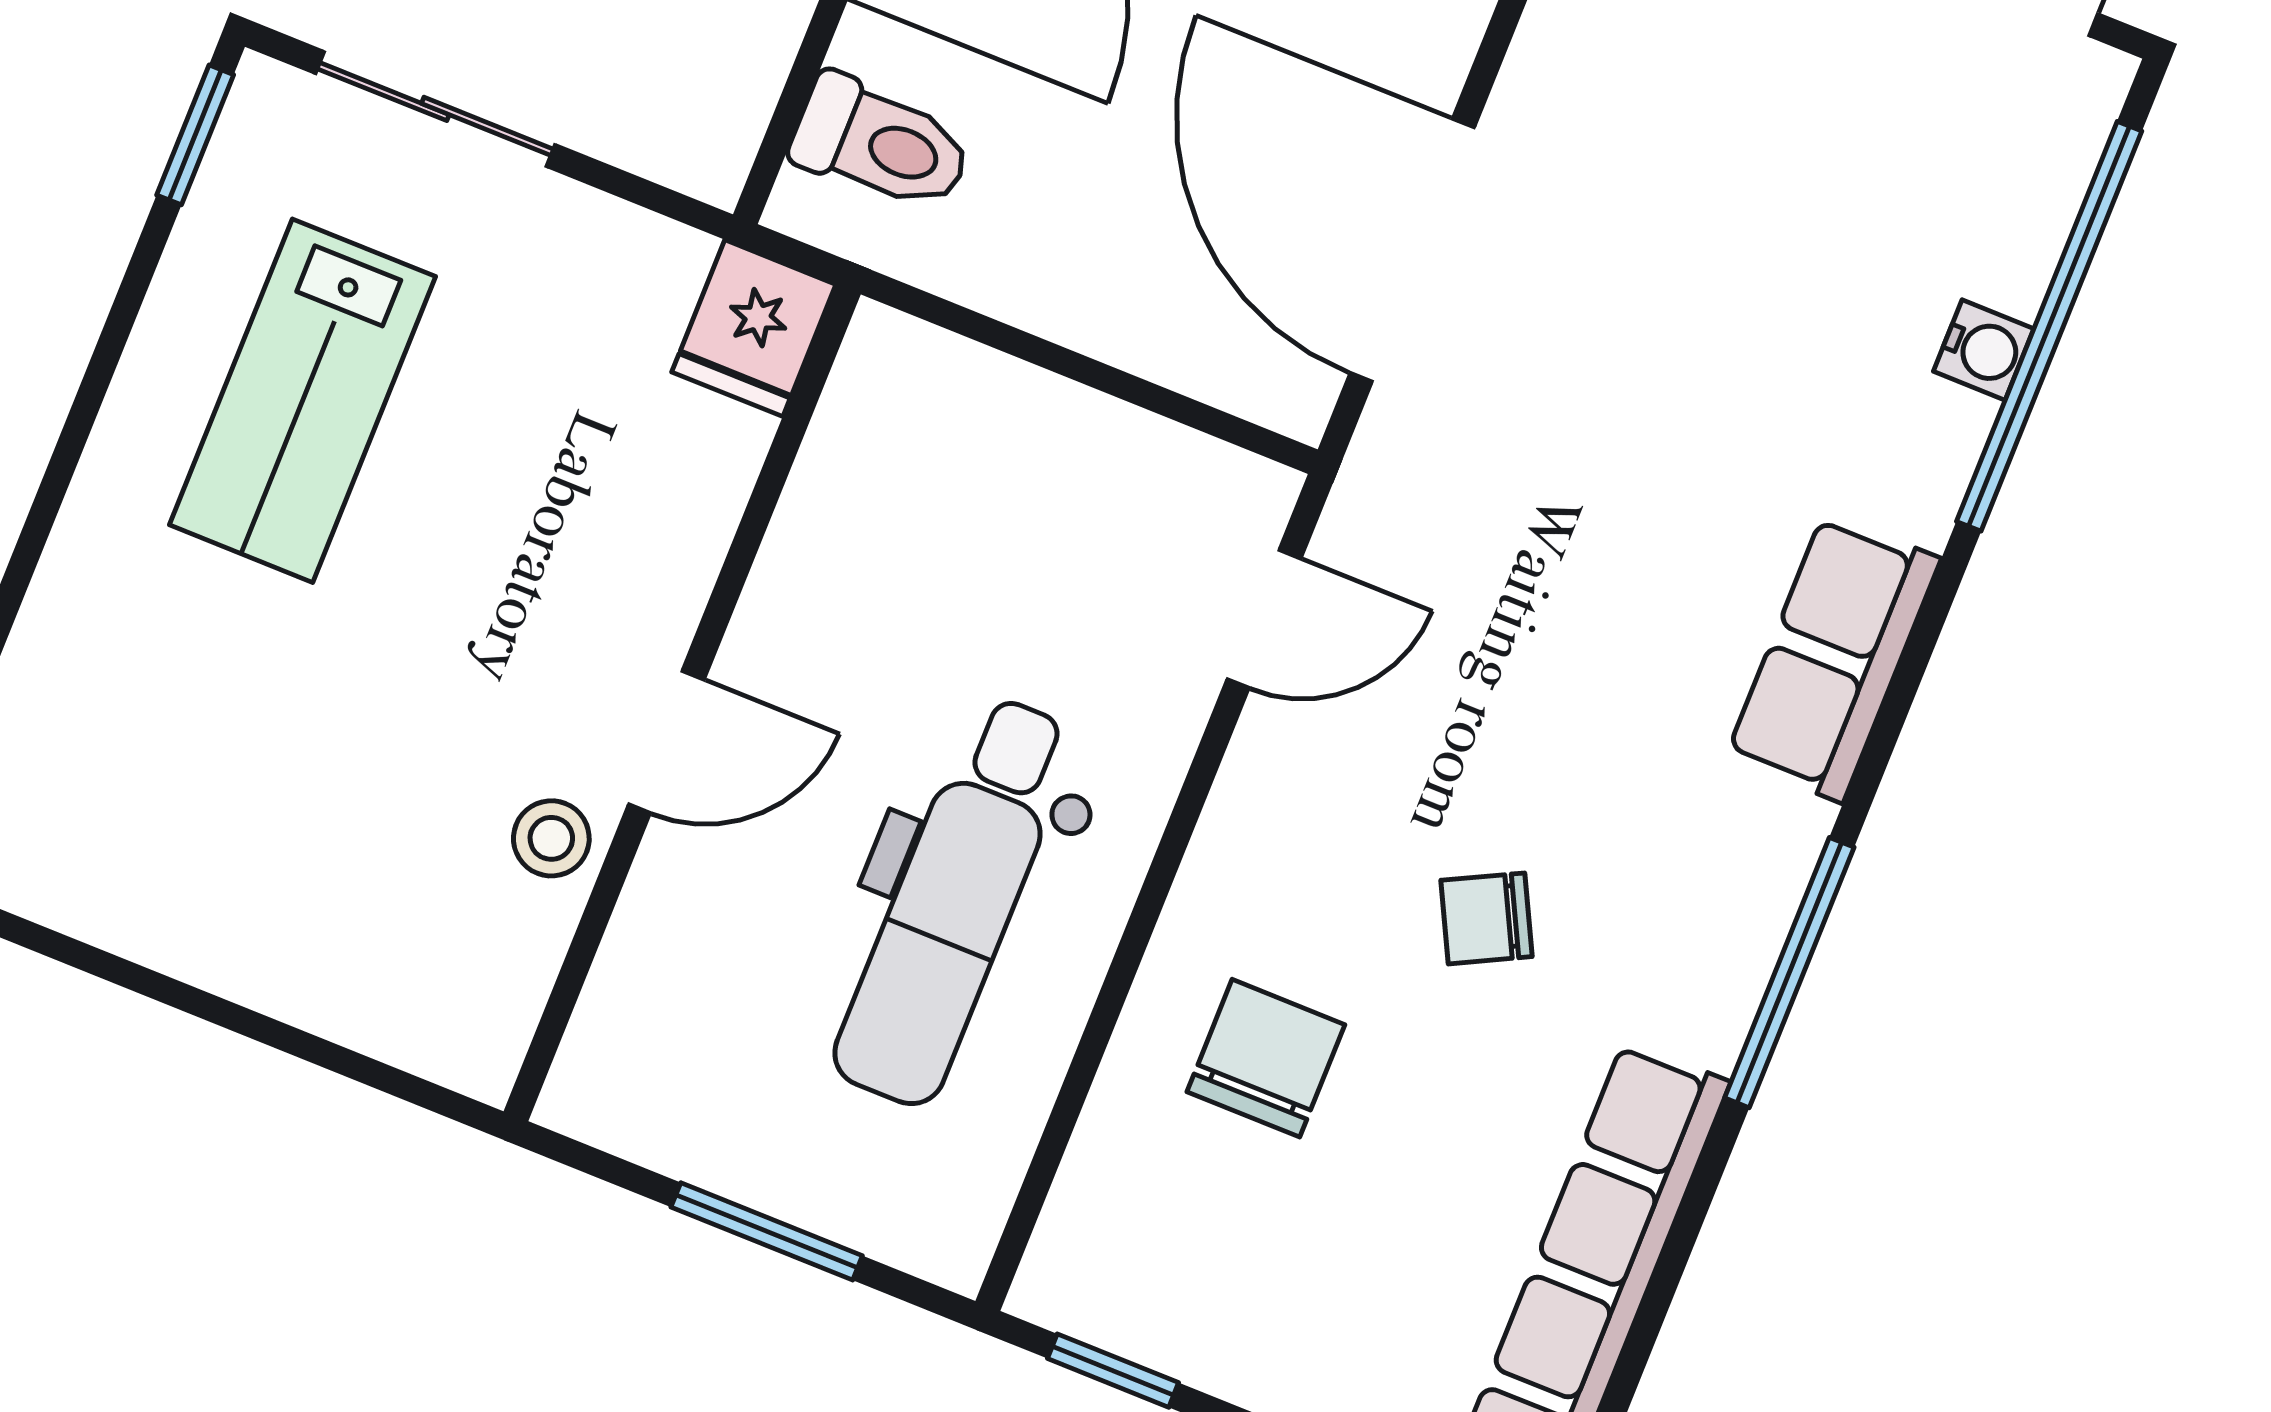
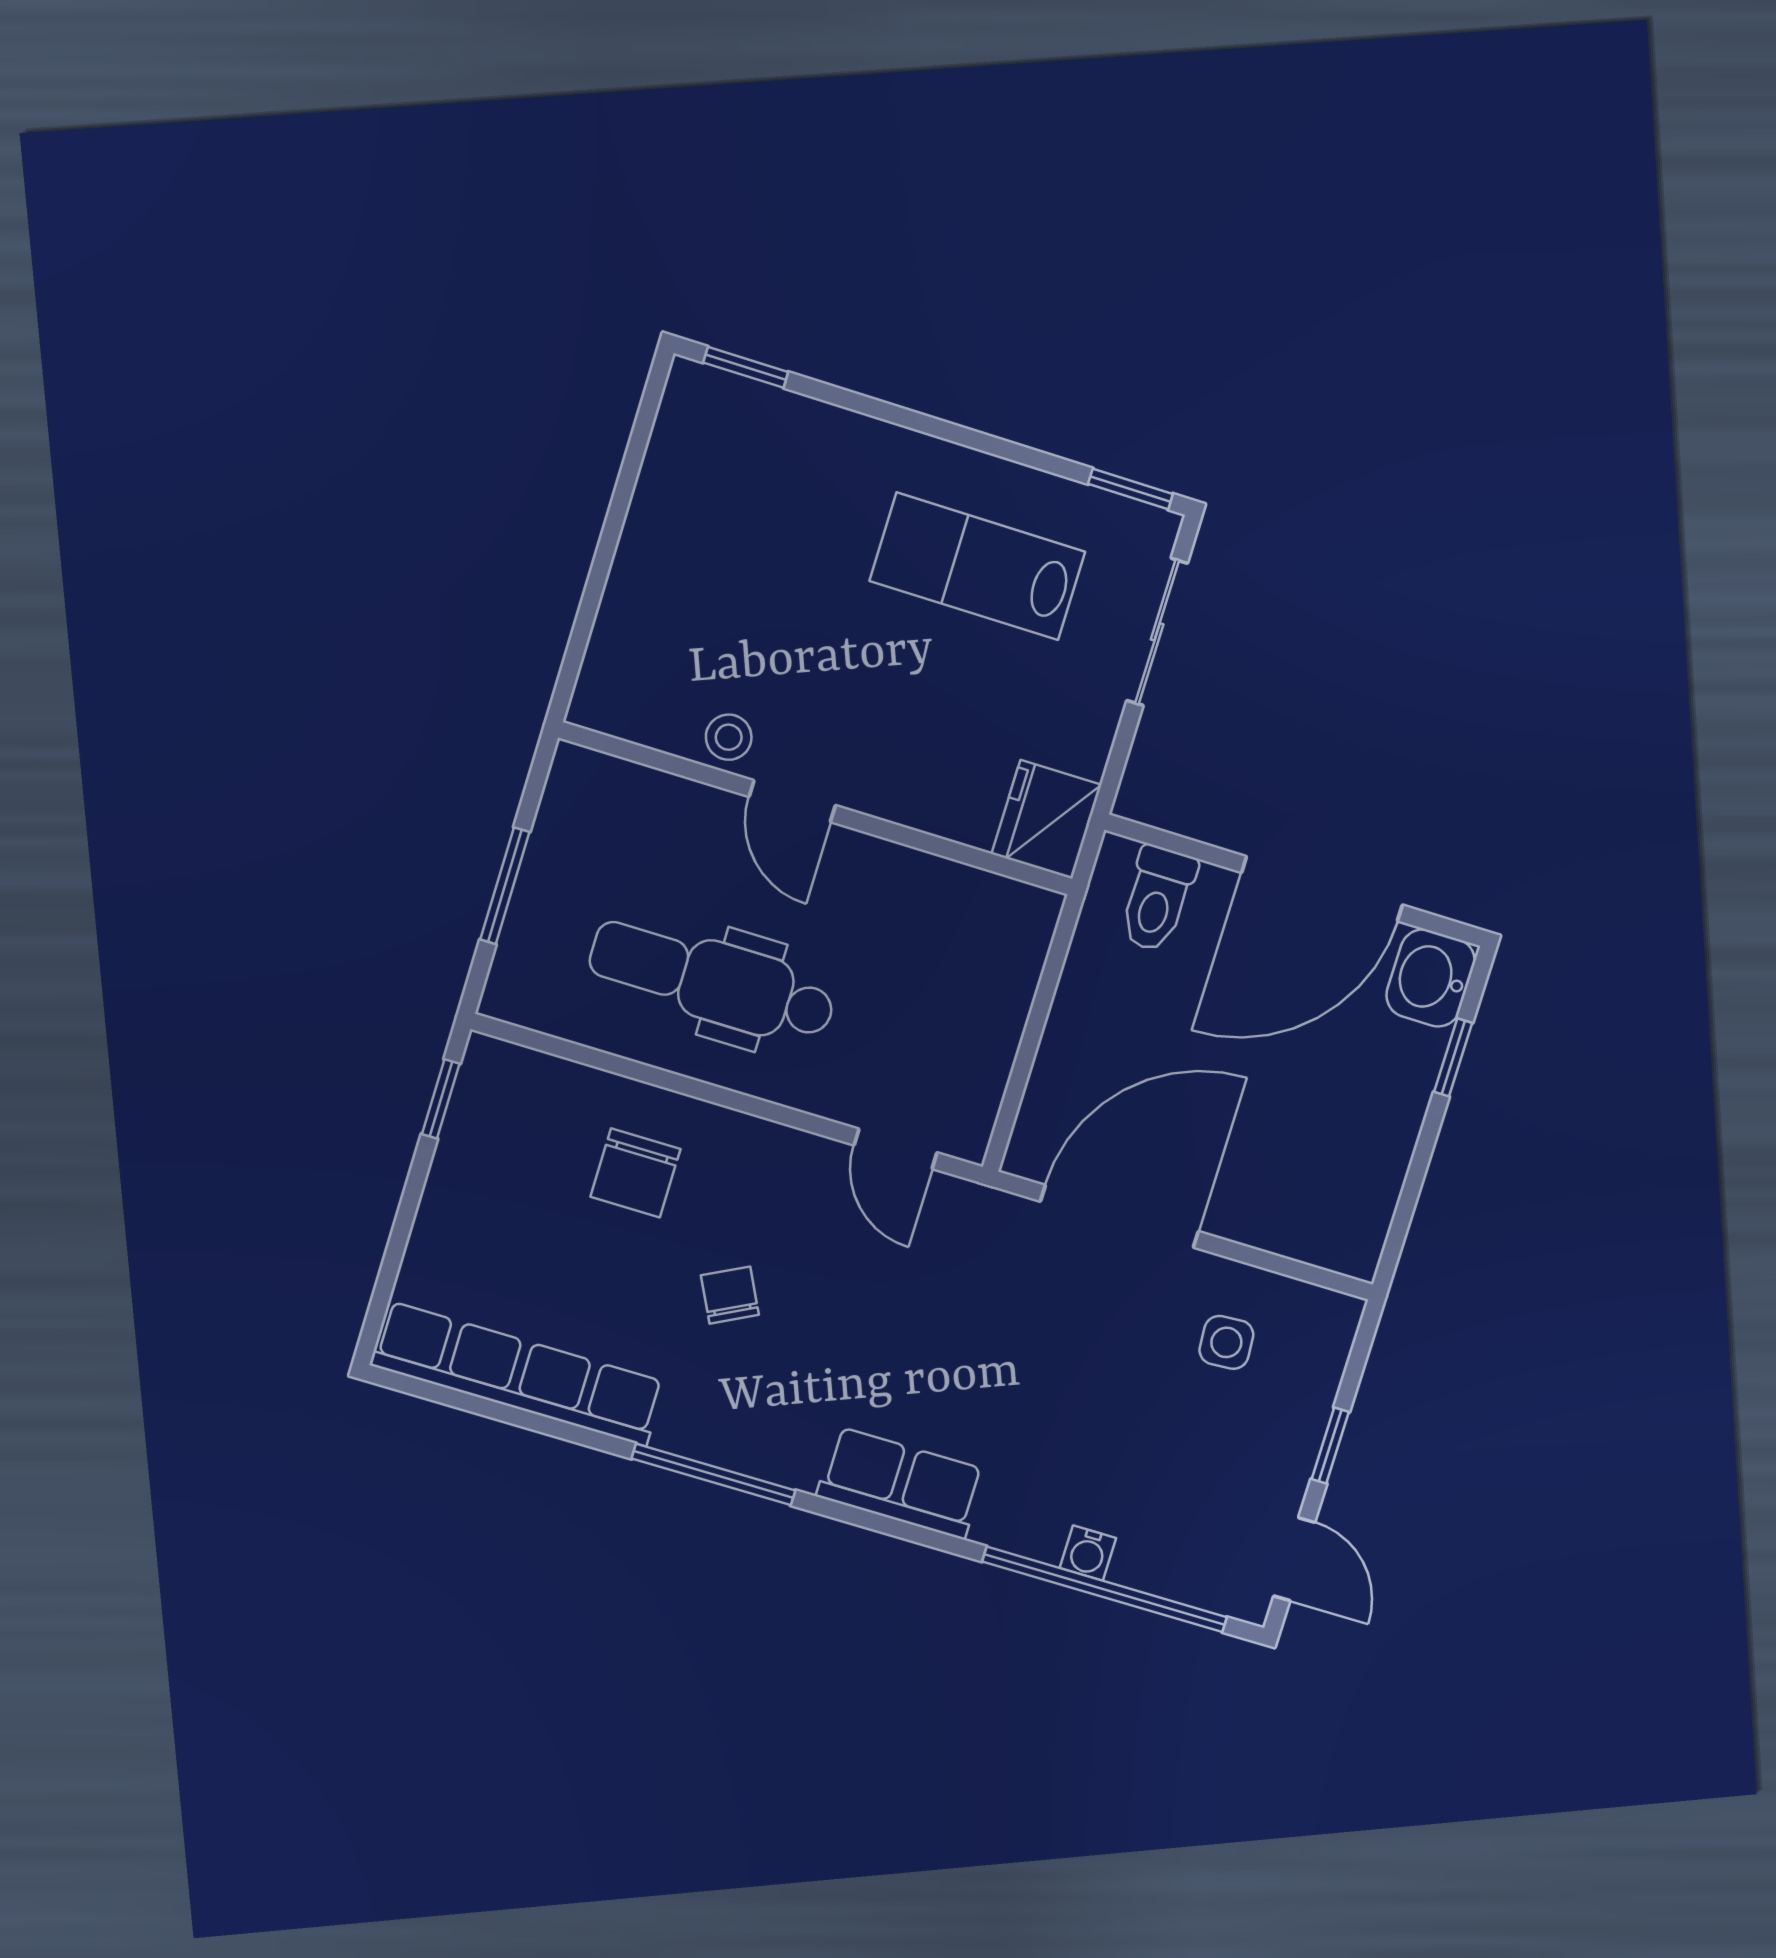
side table: (1644, 85) -> (1226, 1342), added
fridge: (754, 328) -> (1046, 819), width x1.38
chair: (1266, 1058) -> (635, 1173), turned 90

